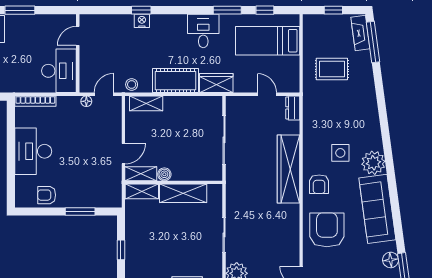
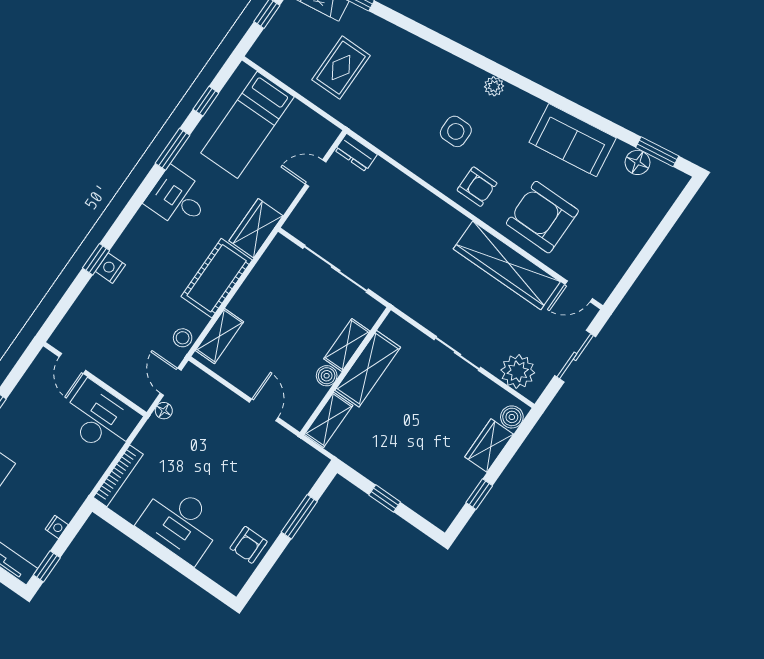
plant: (373, 163) -> (494, 86), width x0.53, depth x0.53
wardrobe: (288, 169) -> (507, 265), moved
shelving: (141, 174) -> (347, 345), moved
sofa: (377, 209) -> (573, 140), width x0.73

